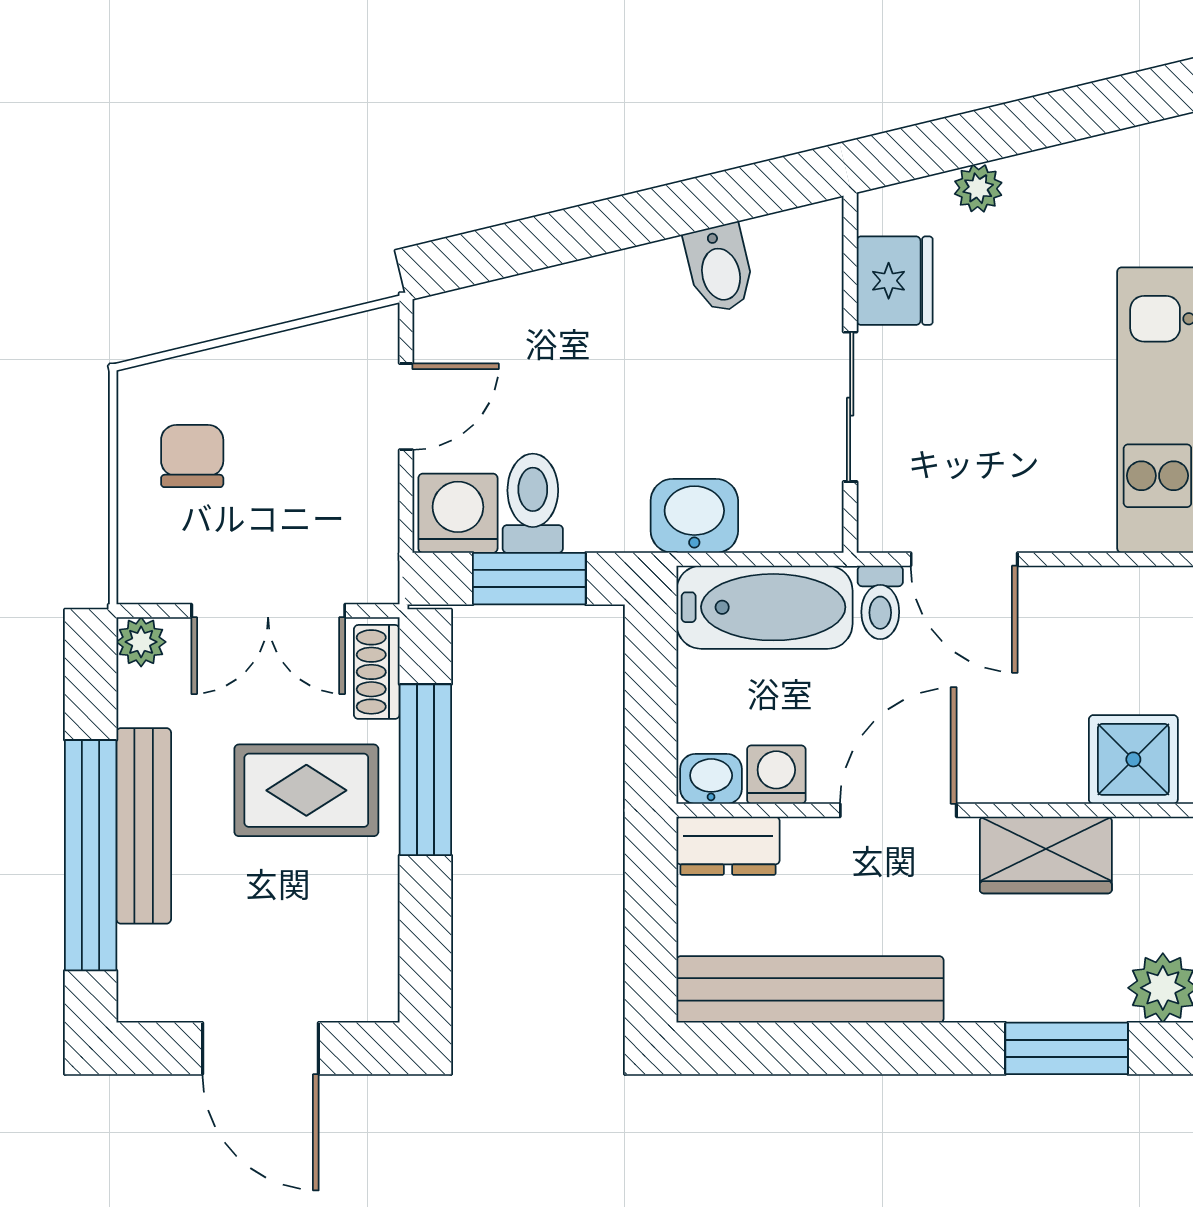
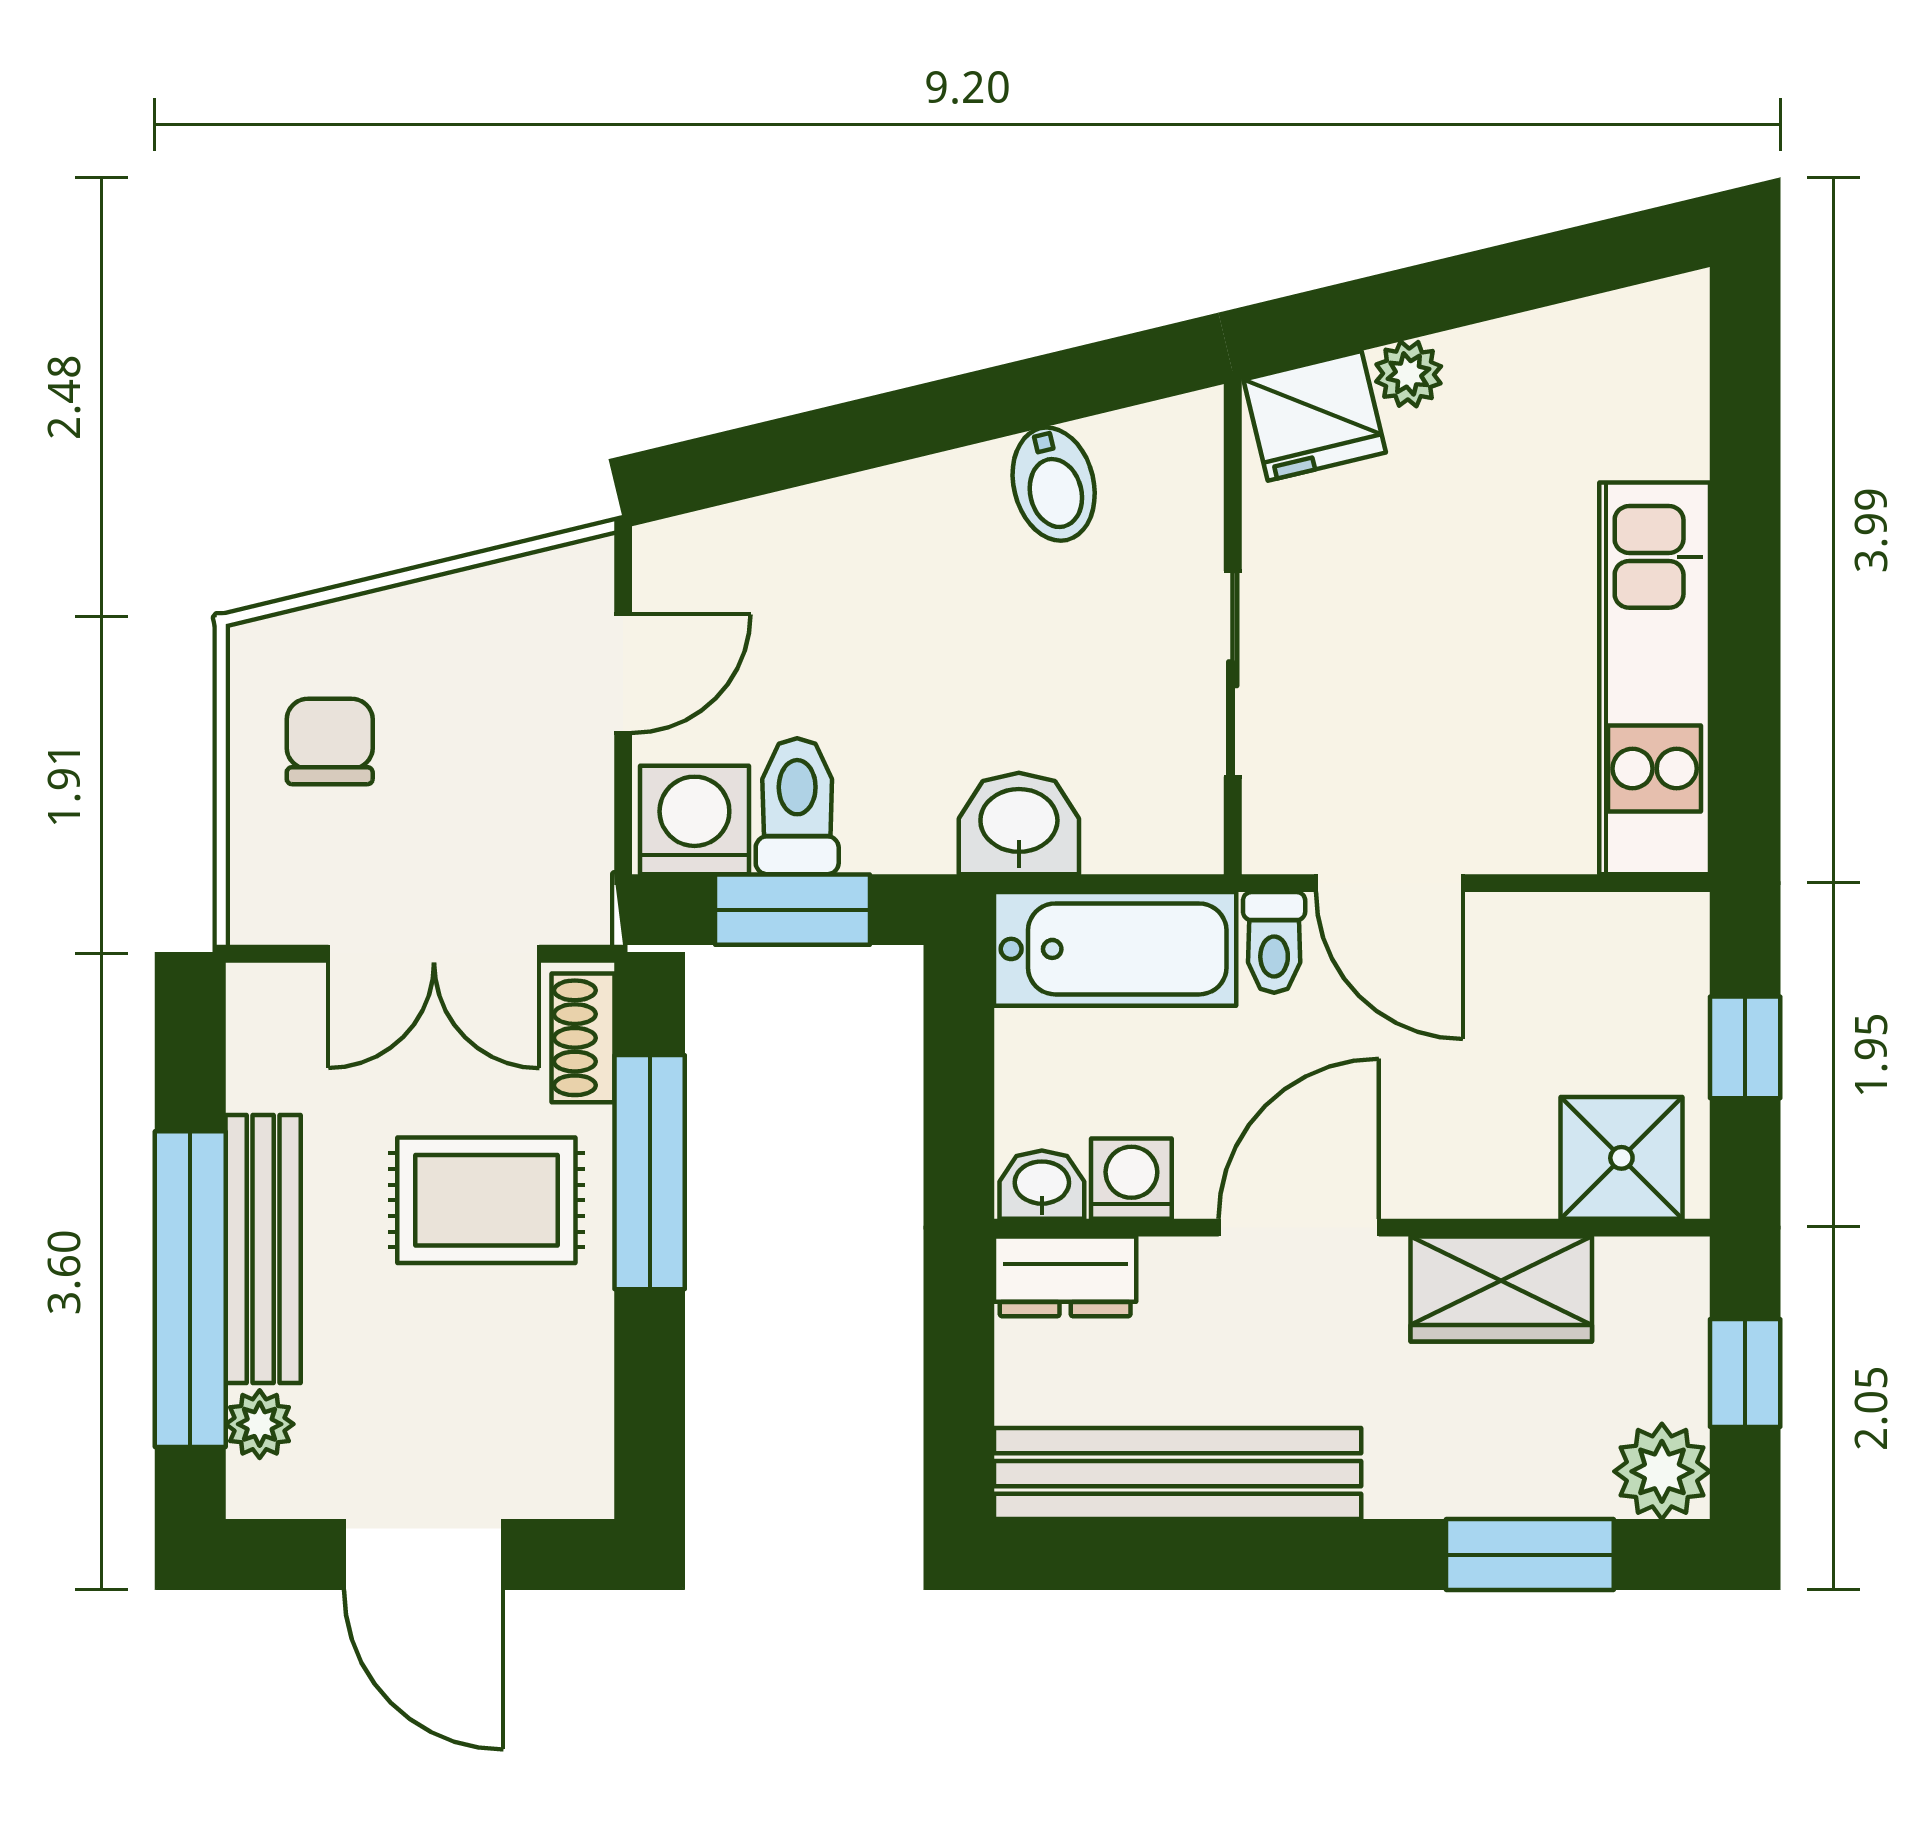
fridge: (895, 281) -> (1315, 416), moved, turned 76
plant: (141, 642) -> (260, 1424), moved

